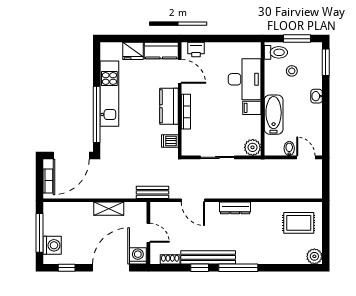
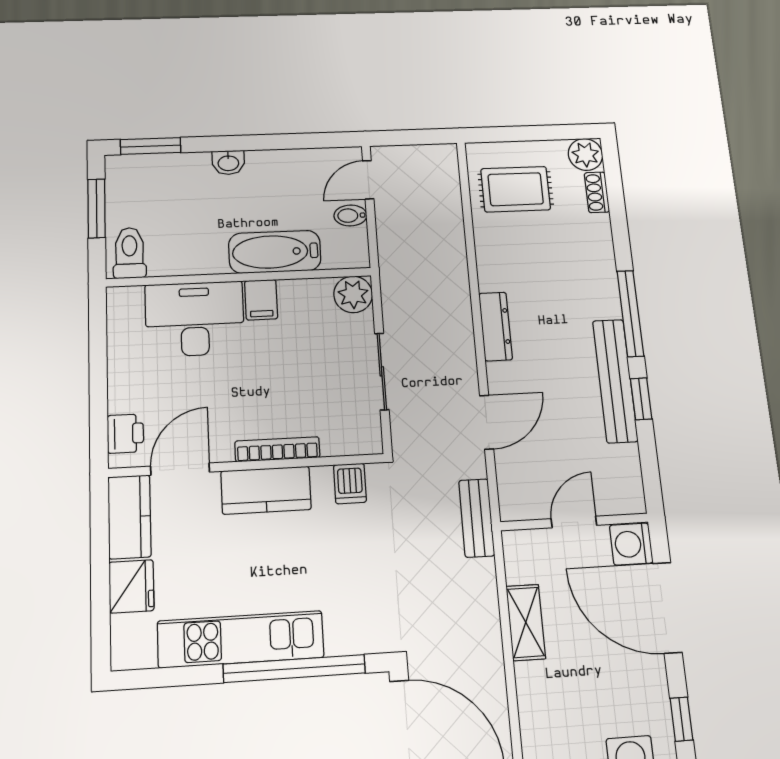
stool: (292, 71) -> (172, 217), removed
rug: (299, 223) -> (516, 189), turned 90
shoe rack: (170, 259) -> (597, 192), moved

